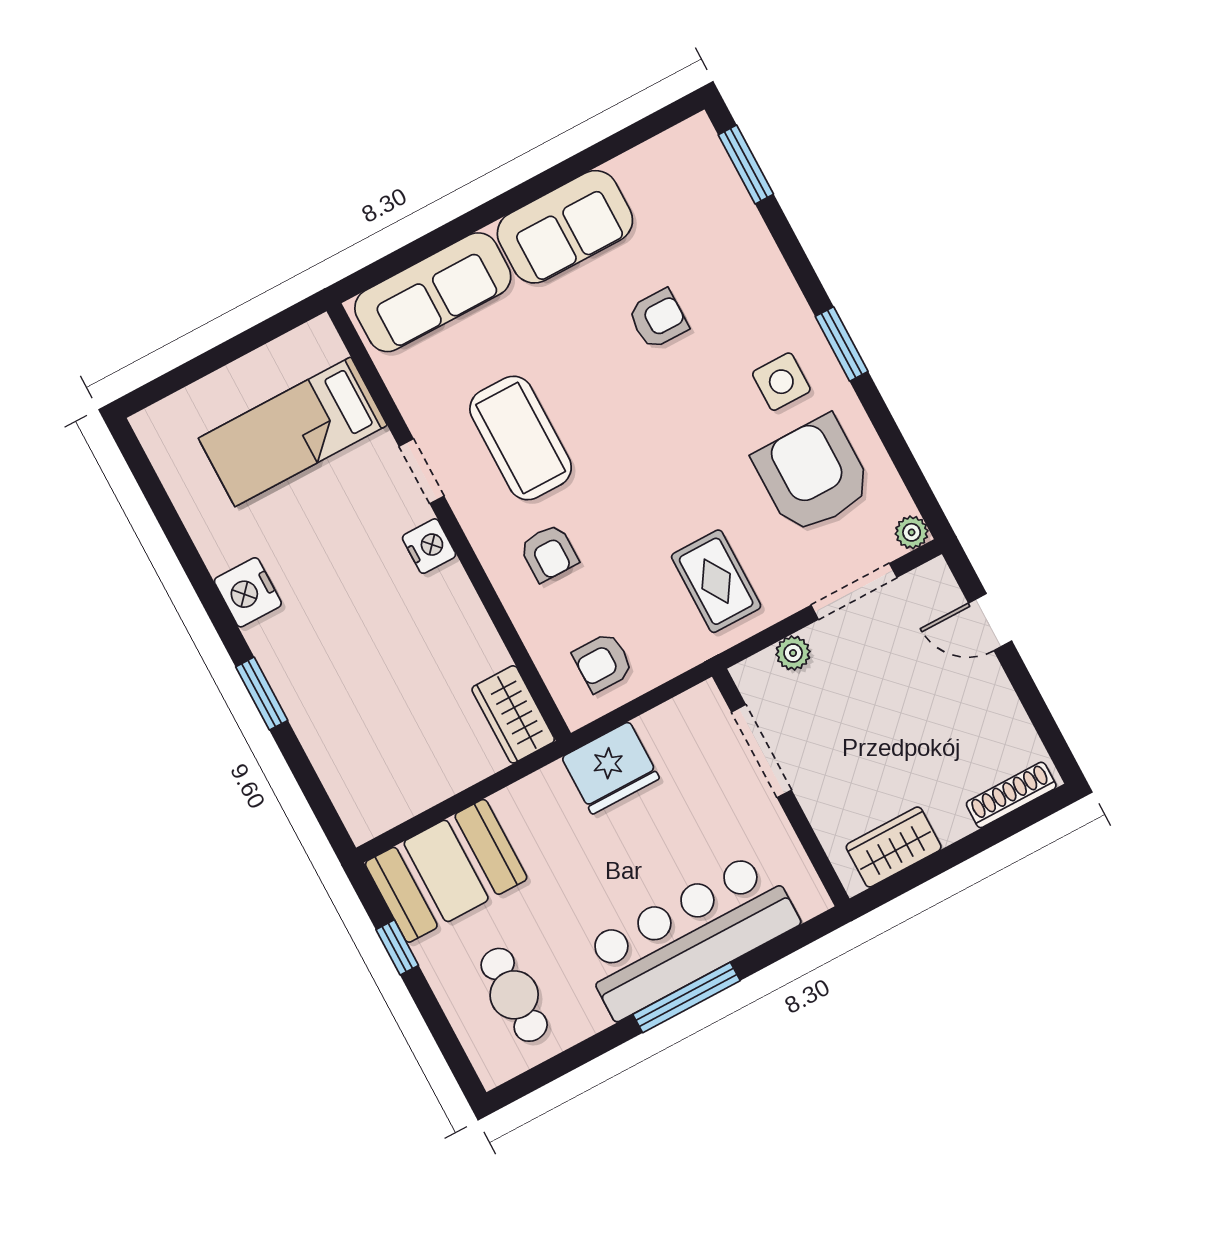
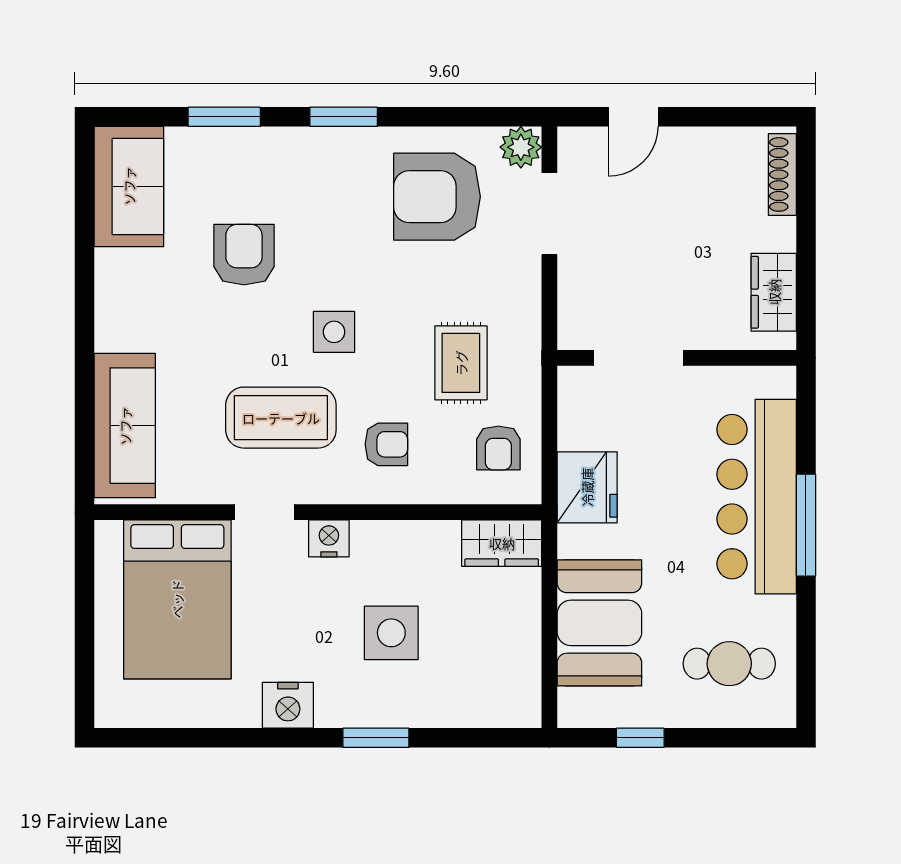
window: (746, 165) -> (224, 117), moved
sofa: (565, 227) -> (129, 186), moved
armchair: (658, 319) -> (244, 255), width x1.38, depth x1.38
side table: (781, 382) -> (334, 332), moved
bed: (293, 432) -> (177, 599), width x1.50
plant: (912, 532) -> (521, 147), width x1.38, depth x1.38
rug: (716, 581) -> (461, 363), moved, turned 90
plant: (793, 653) -> (573, 290), removed
side table: (370, 654) -> (391, 633), added
booth: (446, 871) -> (599, 623), moved

